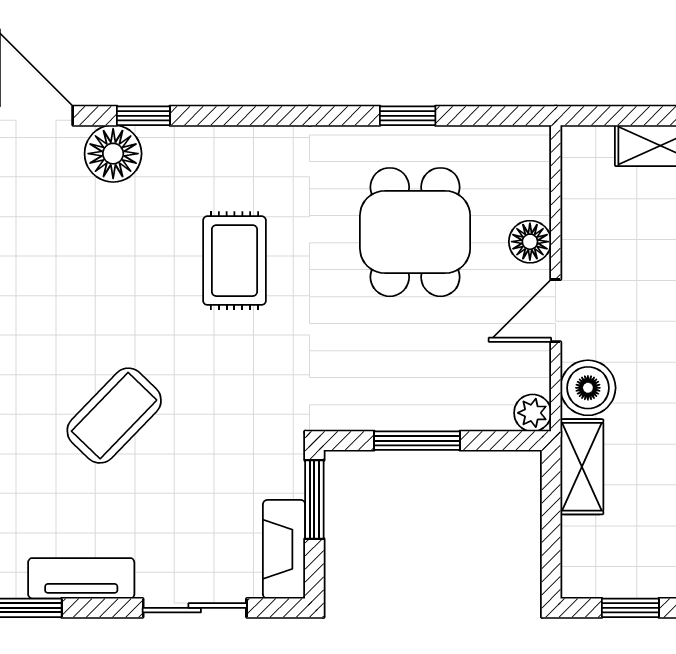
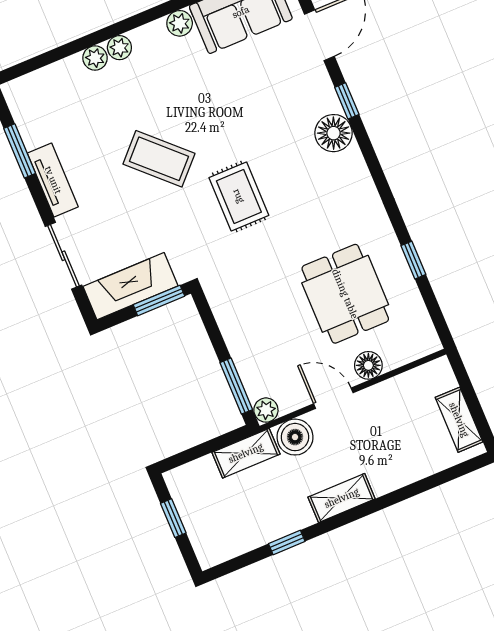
floor lamp: (113, 154) -> (334, 133), moved
dining table: (415, 232) -> (345, 294), turned 90
rug: (234, 261) -> (239, 196), moved, turned 90
window: (417, 441) -> (236, 386), moved
fireplace: (284, 549) -> (131, 286), width x1.37, depth x1.32

